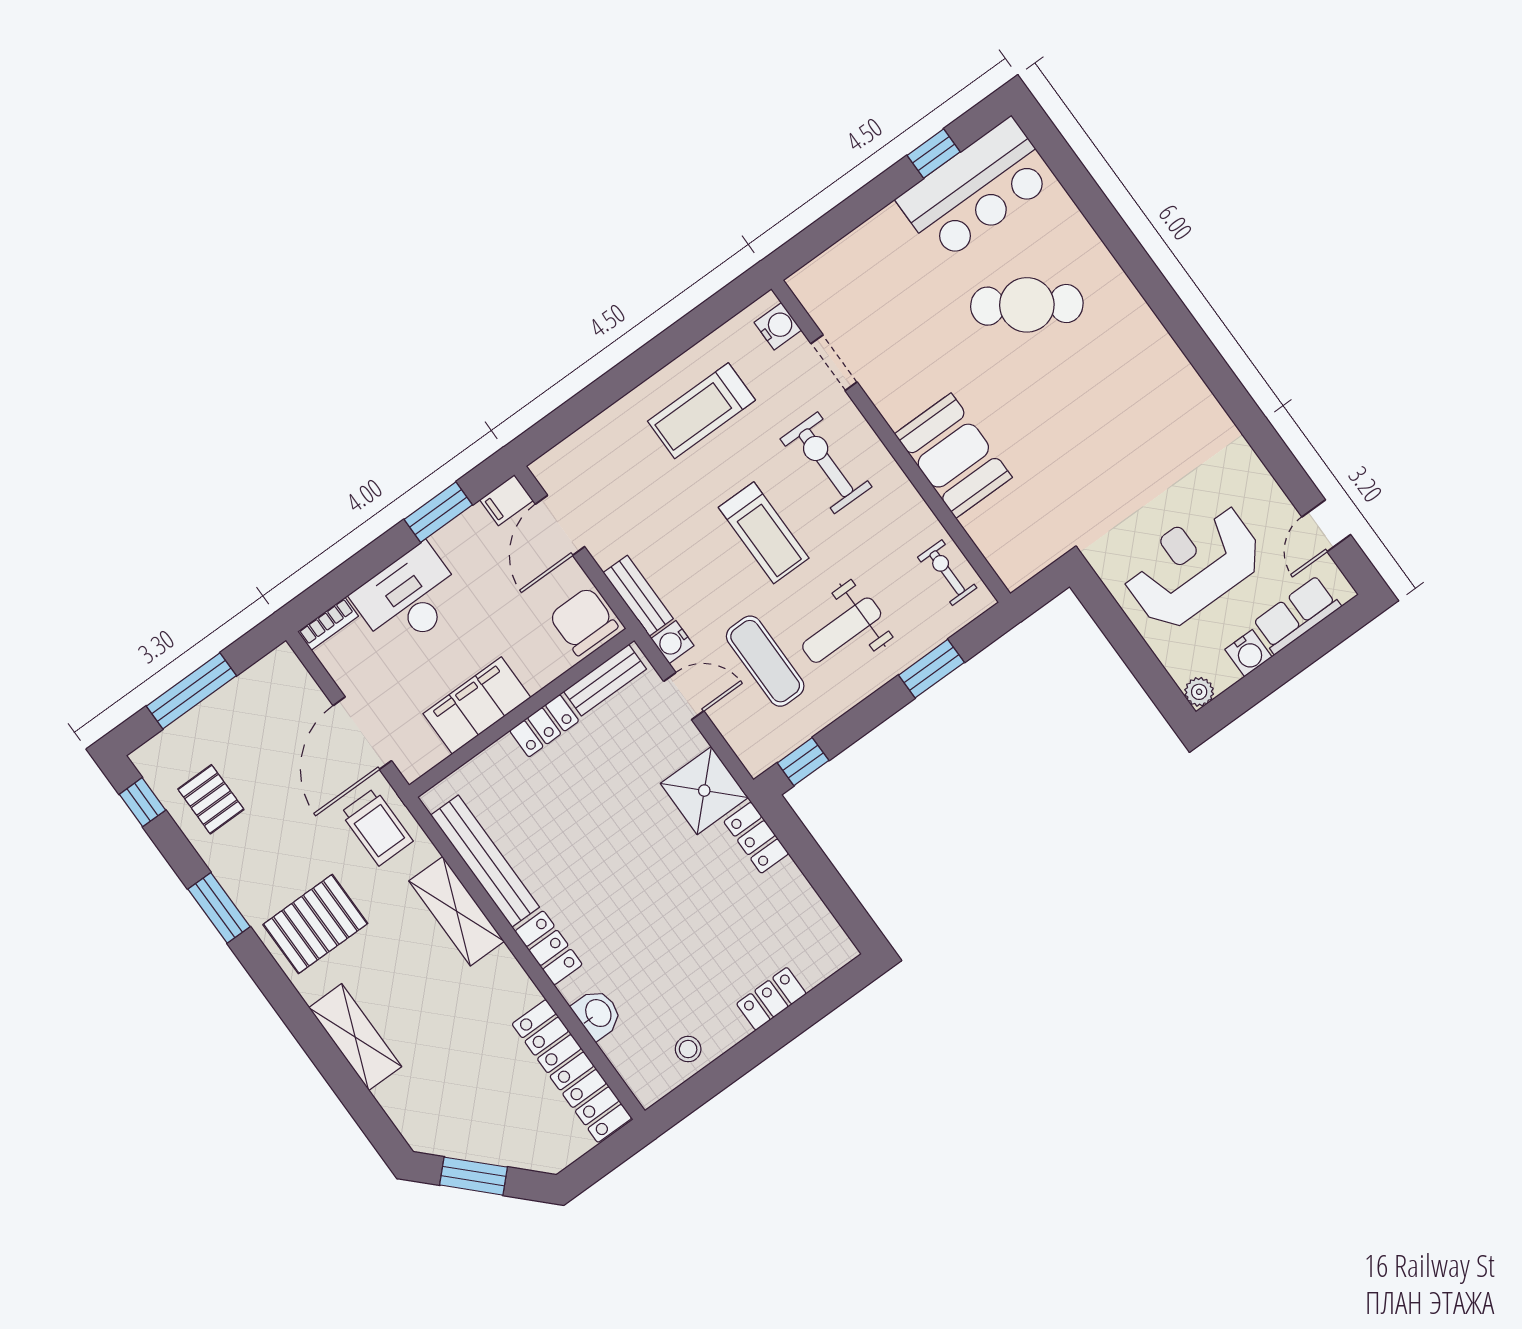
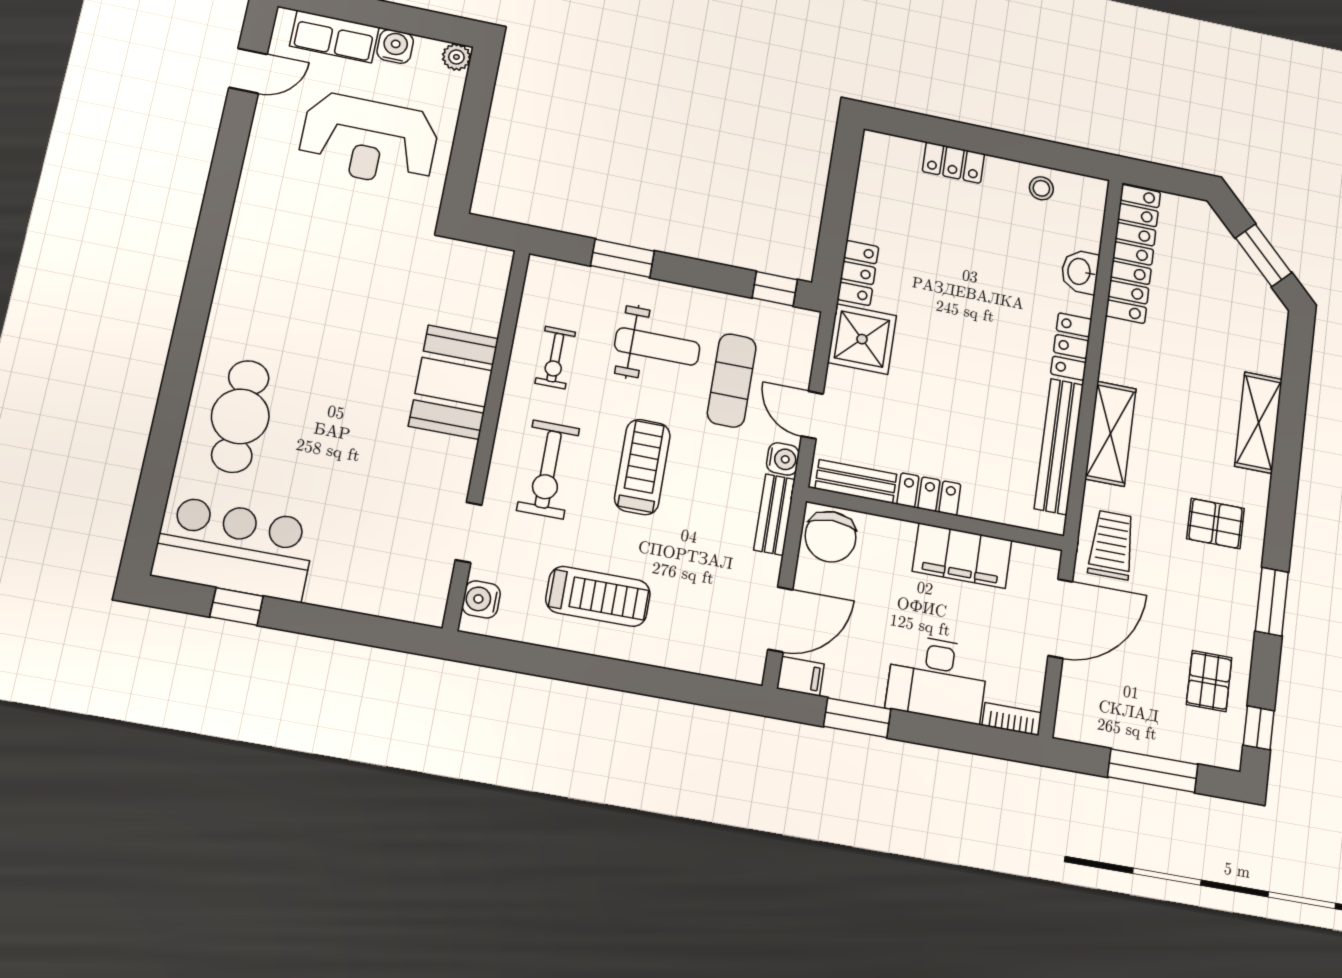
cafe table: (1027, 305) -> (240, 416), moved, turned 56
exercise bike: (947, 573) -> (555, 358), moved
pallet: (315, 924) -> (1216, 524), width x0.67, depth x0.71

